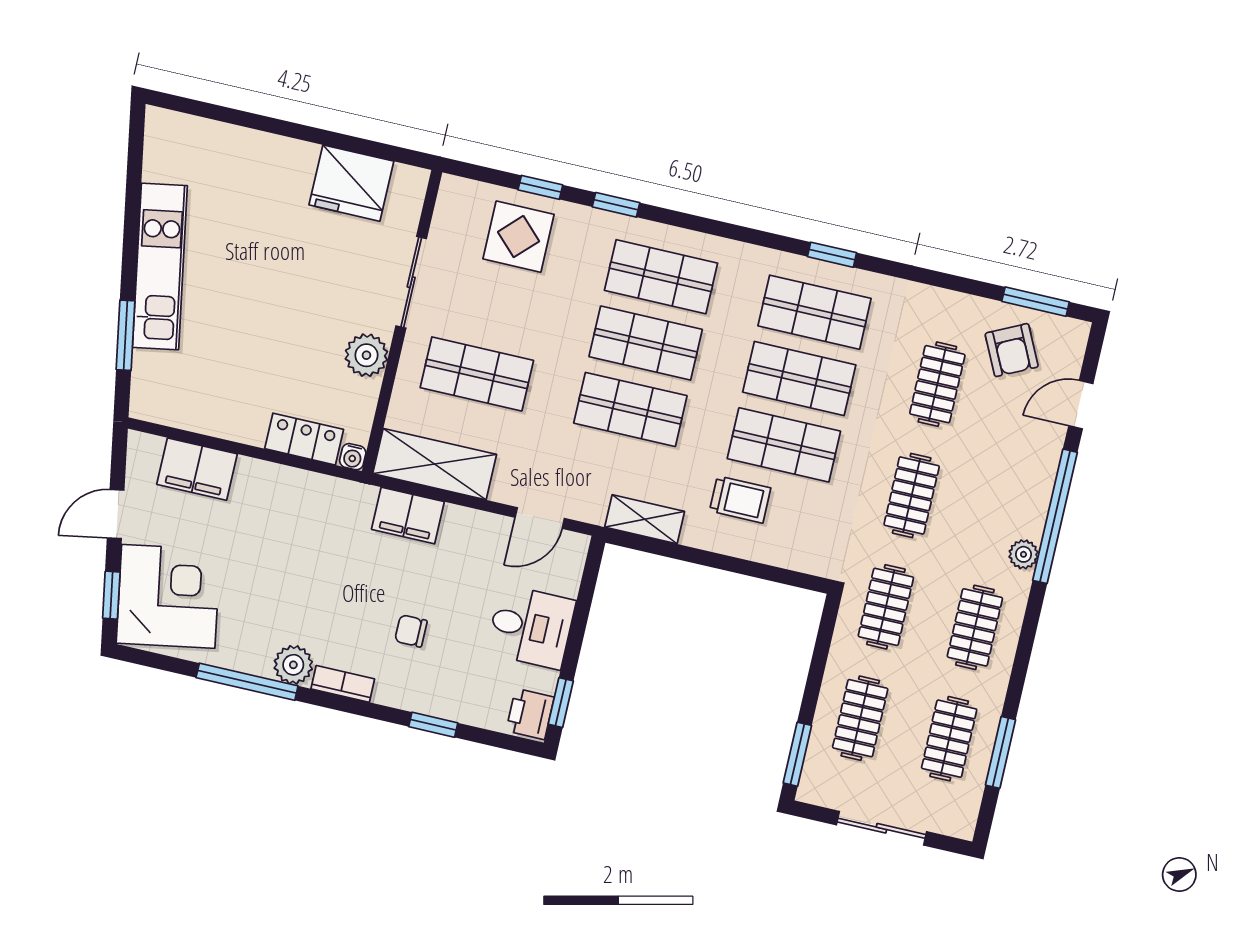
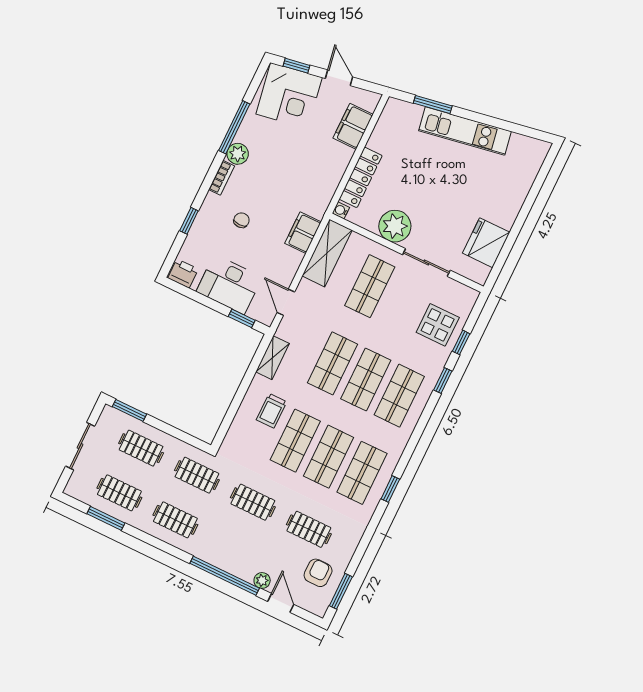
armchair: (1012, 350) -> (318, 573), turned 116
plant: (366, 355) -> (395, 226), width x1.36, depth x1.36
locker: (304, 439) -> (361, 177), width x1.53
plant: (1023, 554) -> (262, 580), moved
desk: (531, 627) -> (229, 284), width x1.37
window: (561, 703) -> (242, 318), moved

